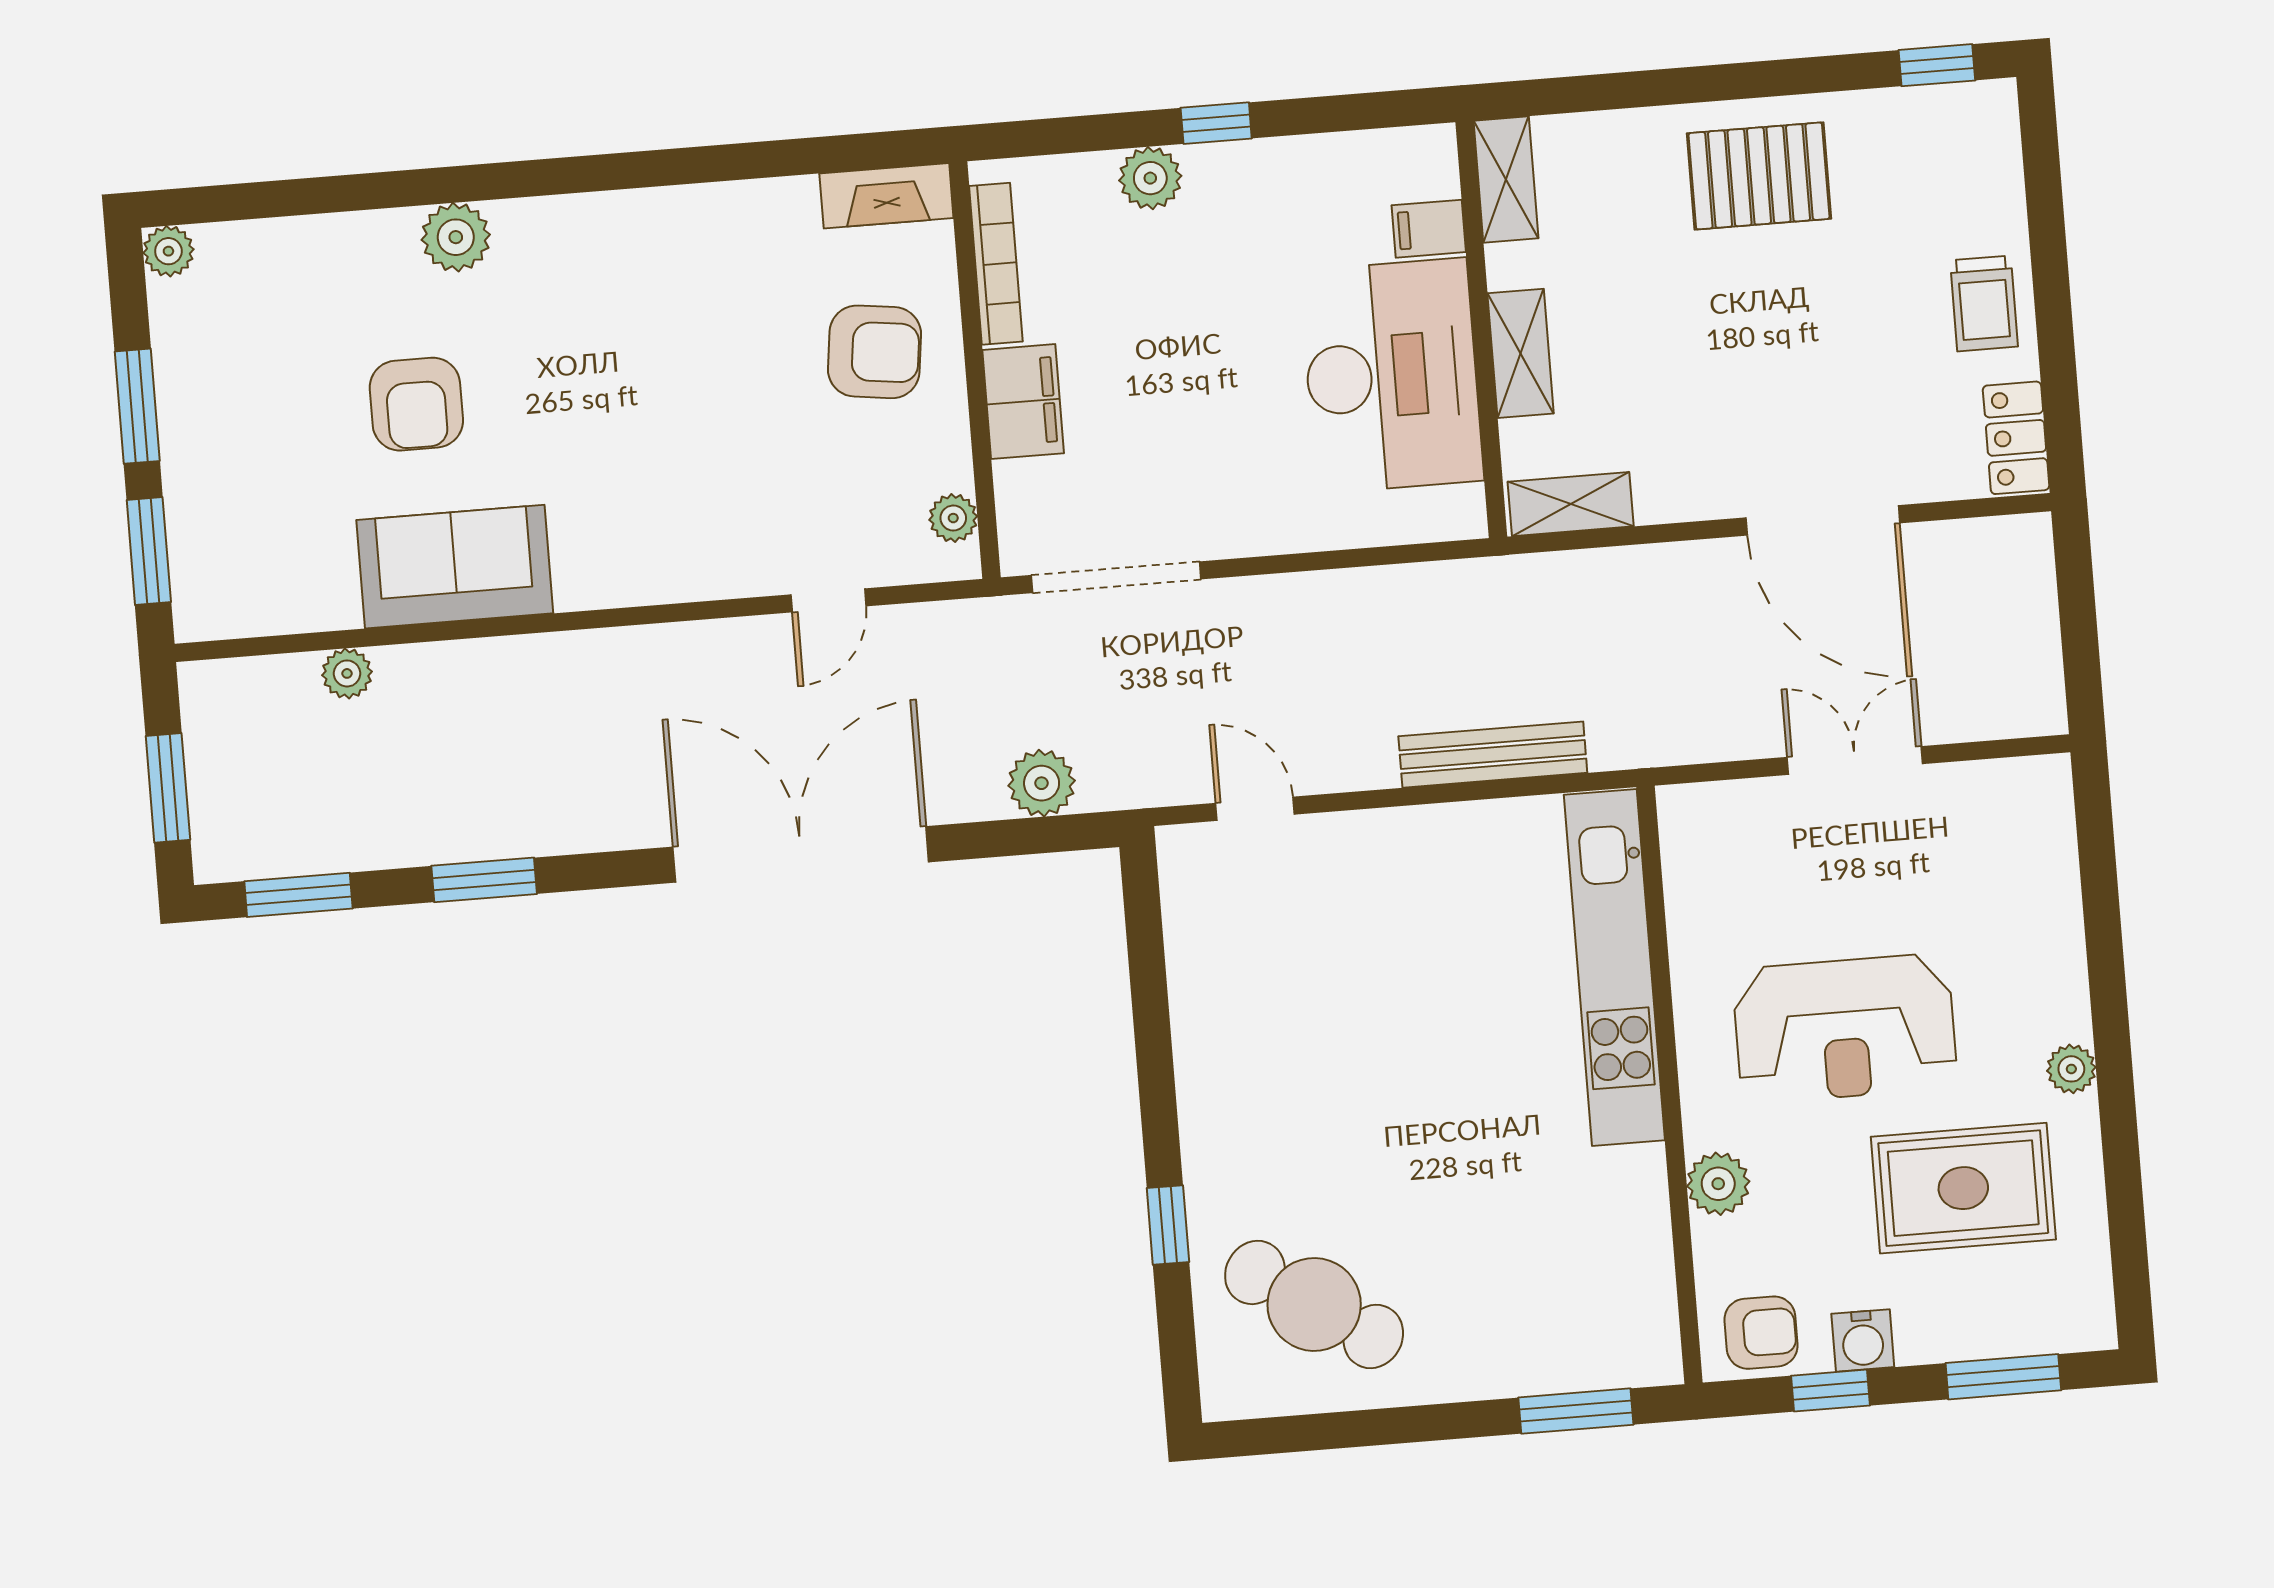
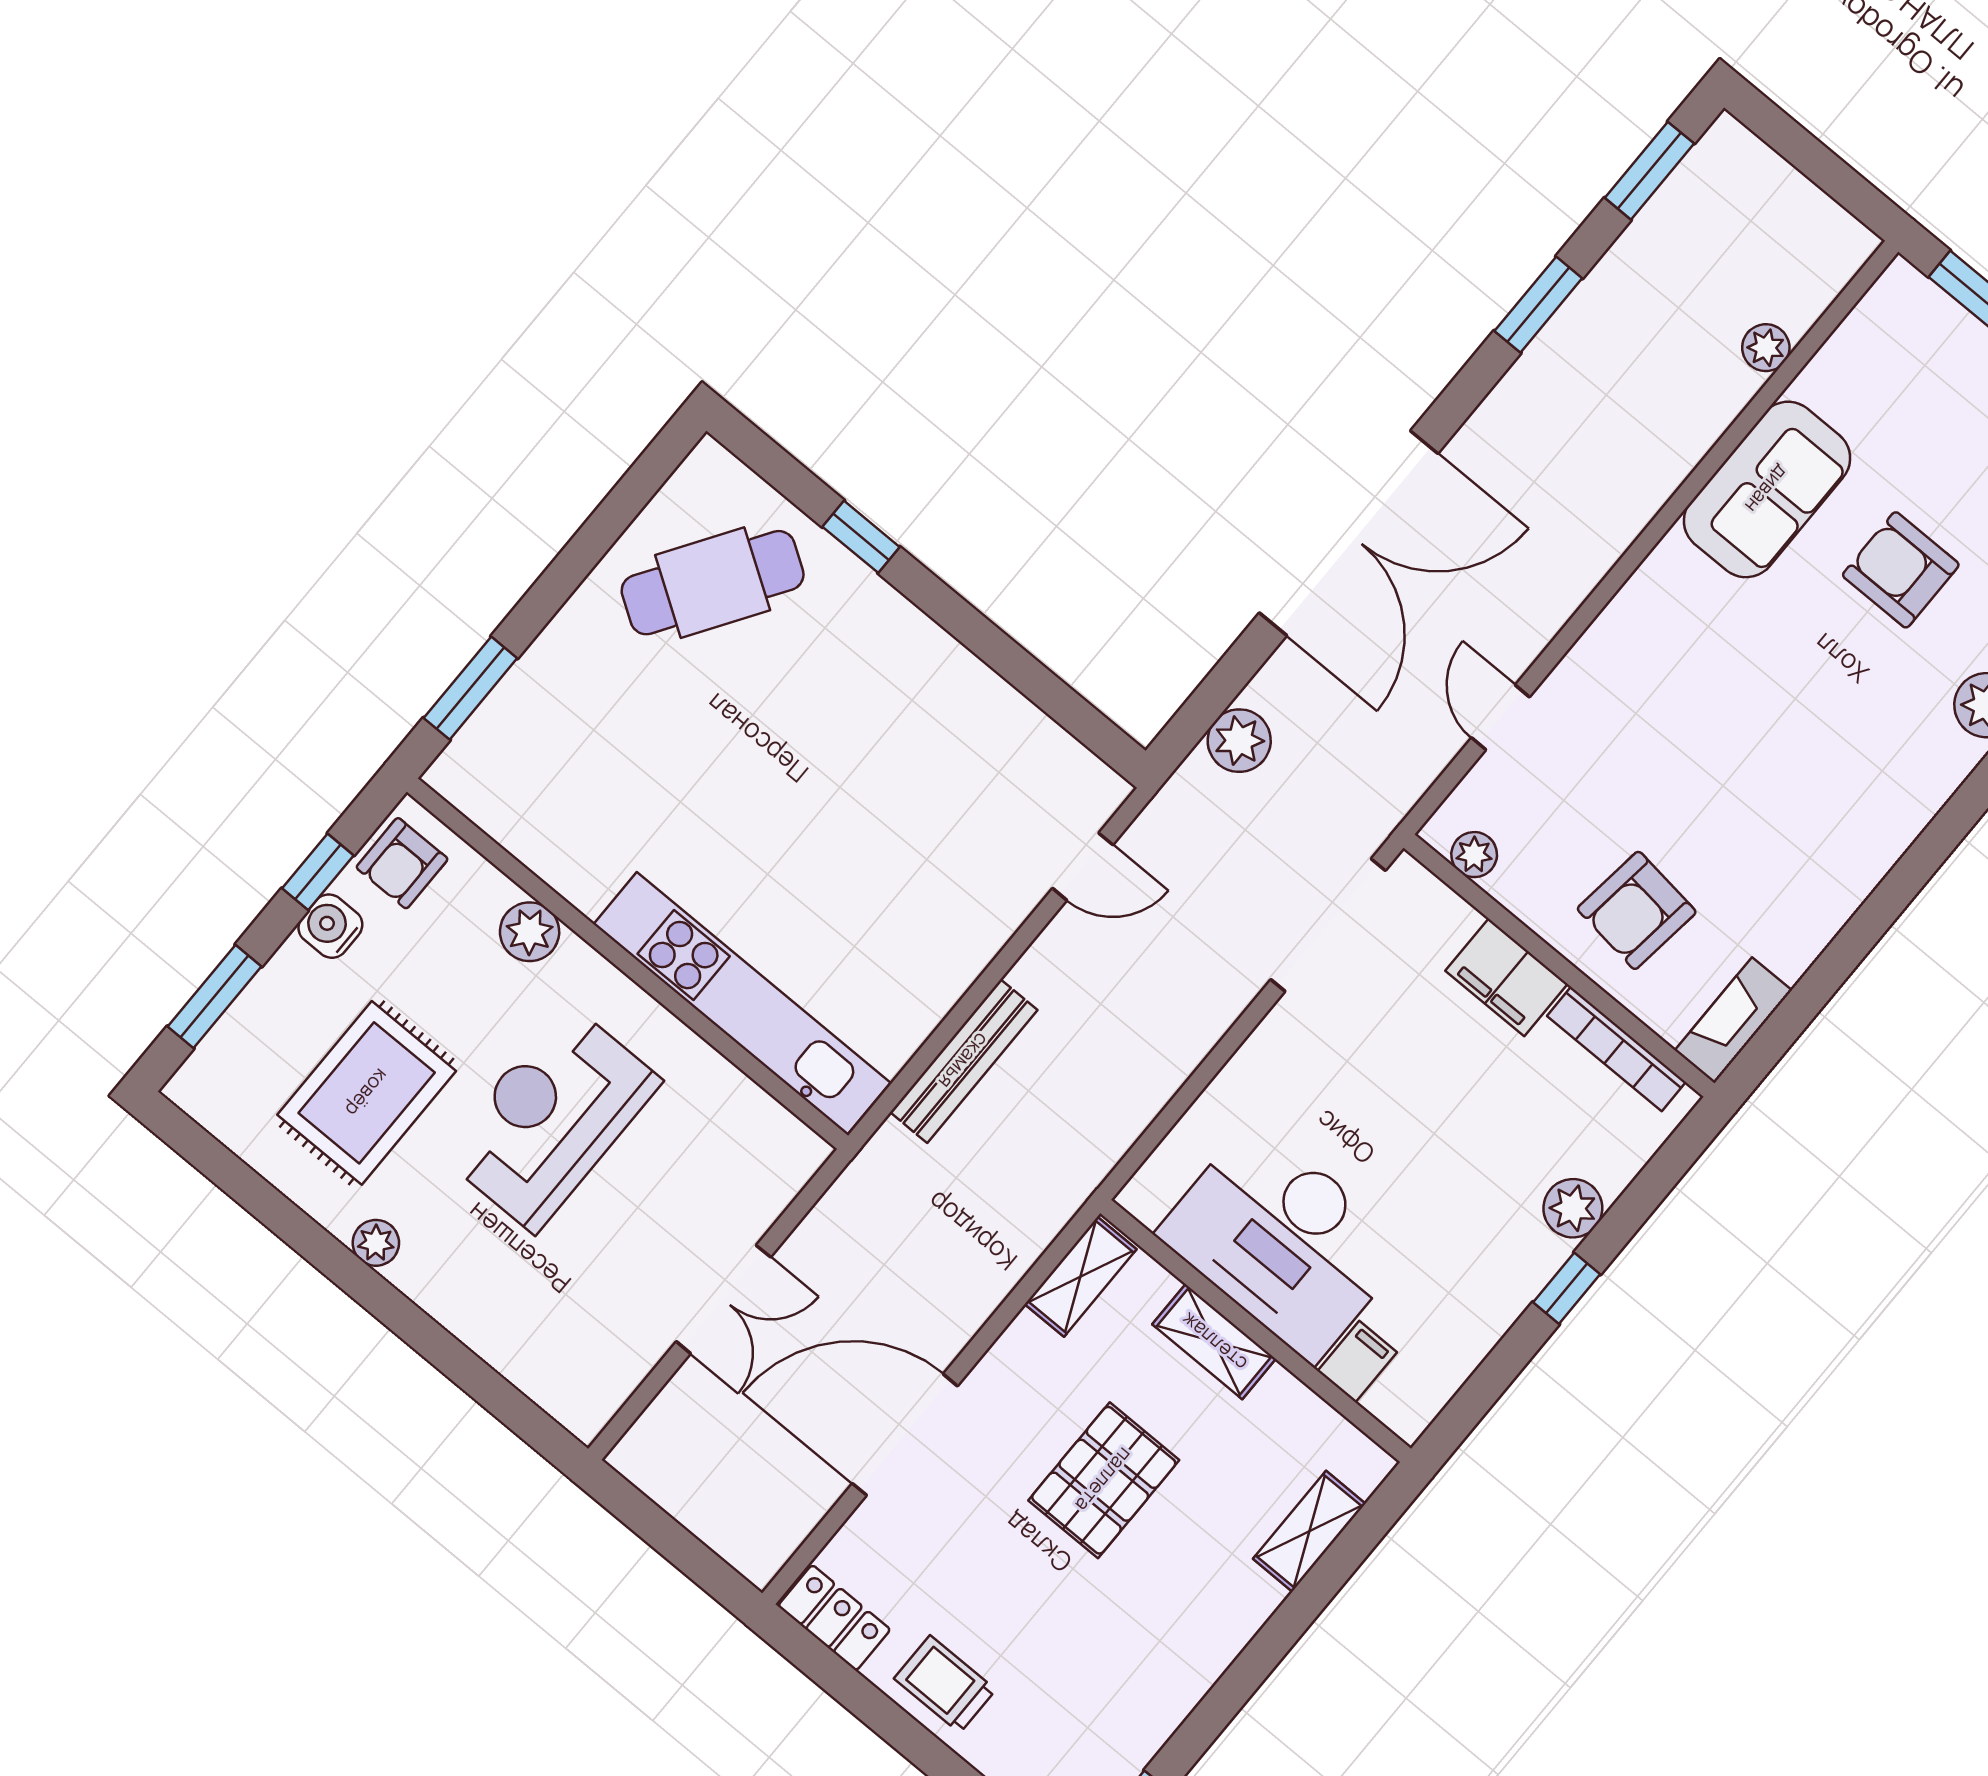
pallet: (1759, 176) -> (1104, 1480), moved
shelving: (1506, 180) -> (1309, 1531), moved, turned 90
window: (168, 788) -> (1806, 153), removed

